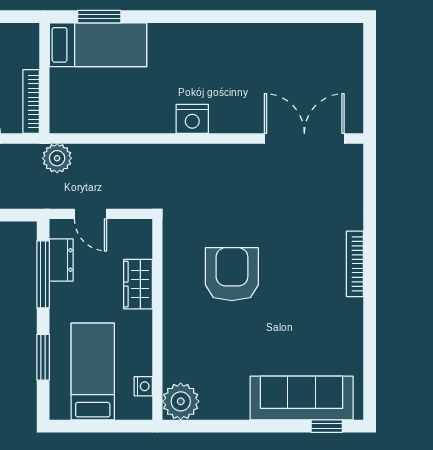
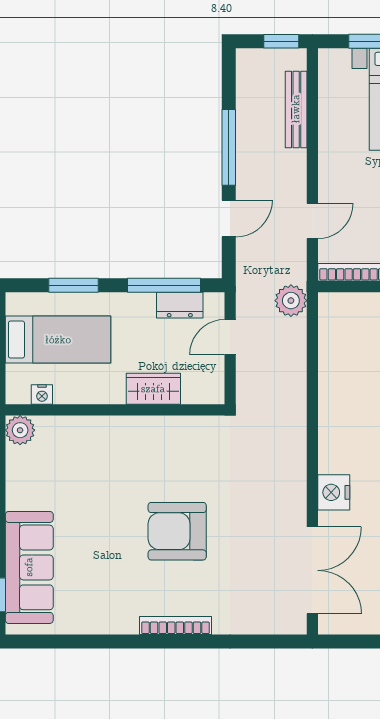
nightstand: (192, 119) -> (334, 492), moved
armchair: (232, 274) -> (177, 531), moved, turned 180
plant: (181, 401) -> (20, 430), width x0.73, depth x0.73

